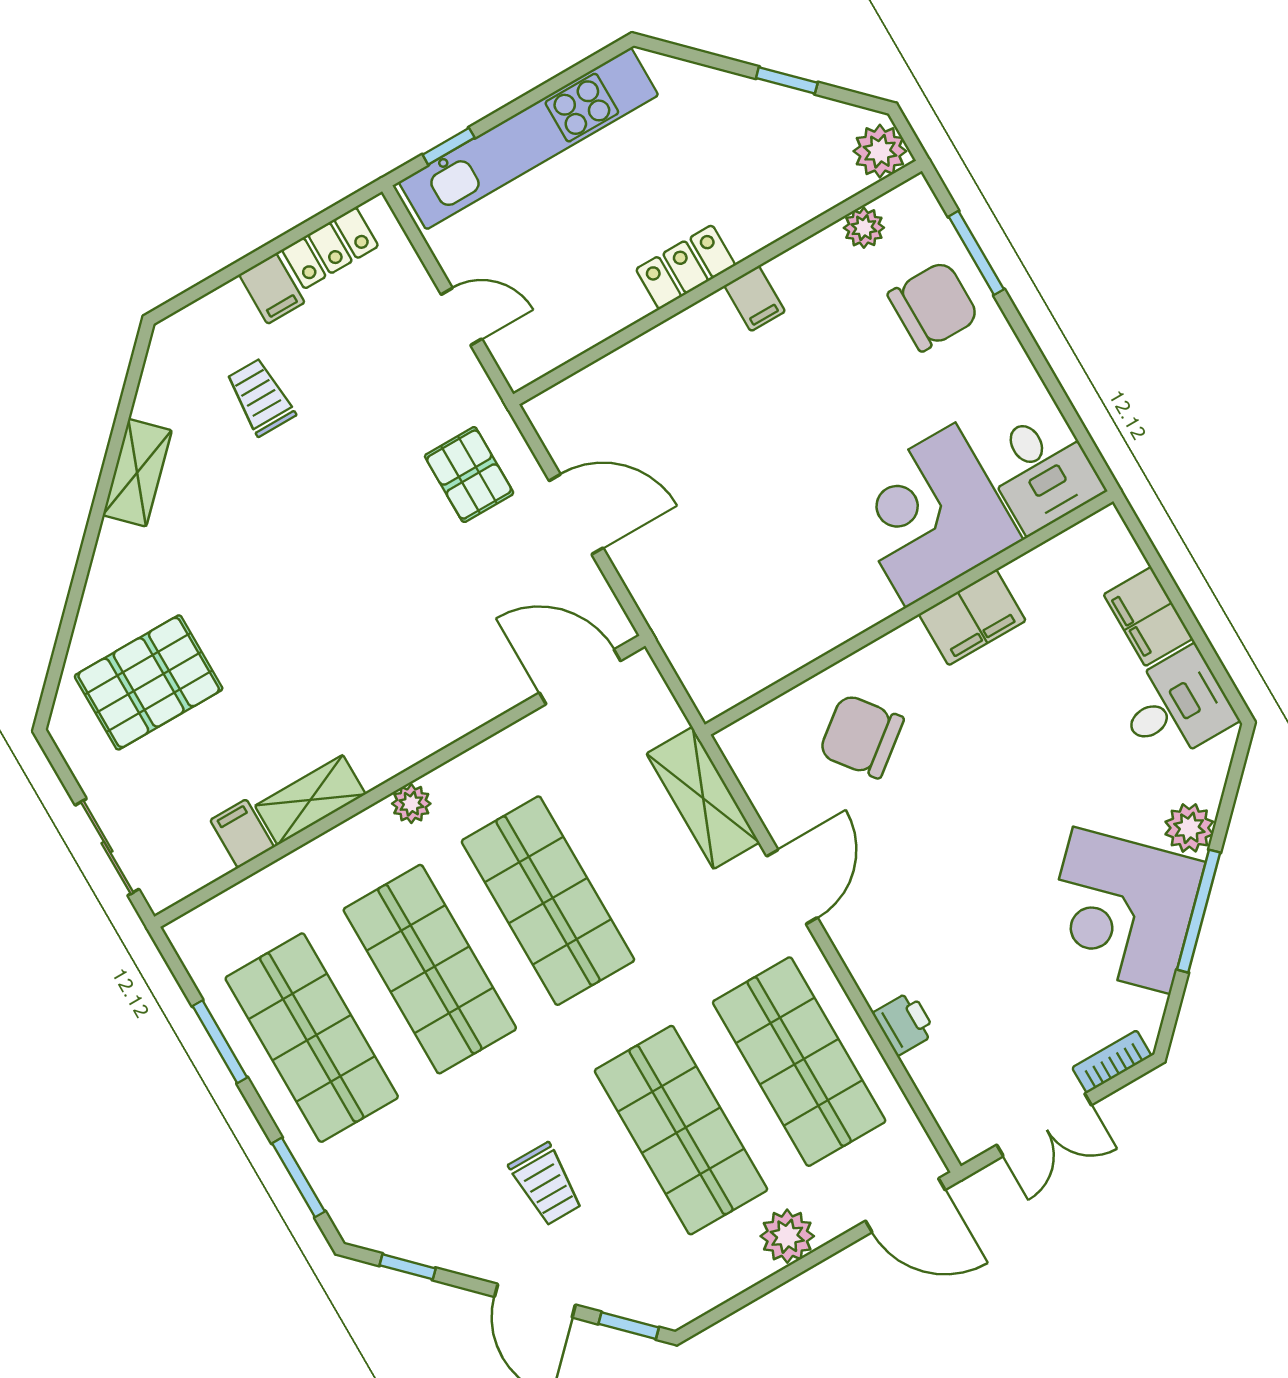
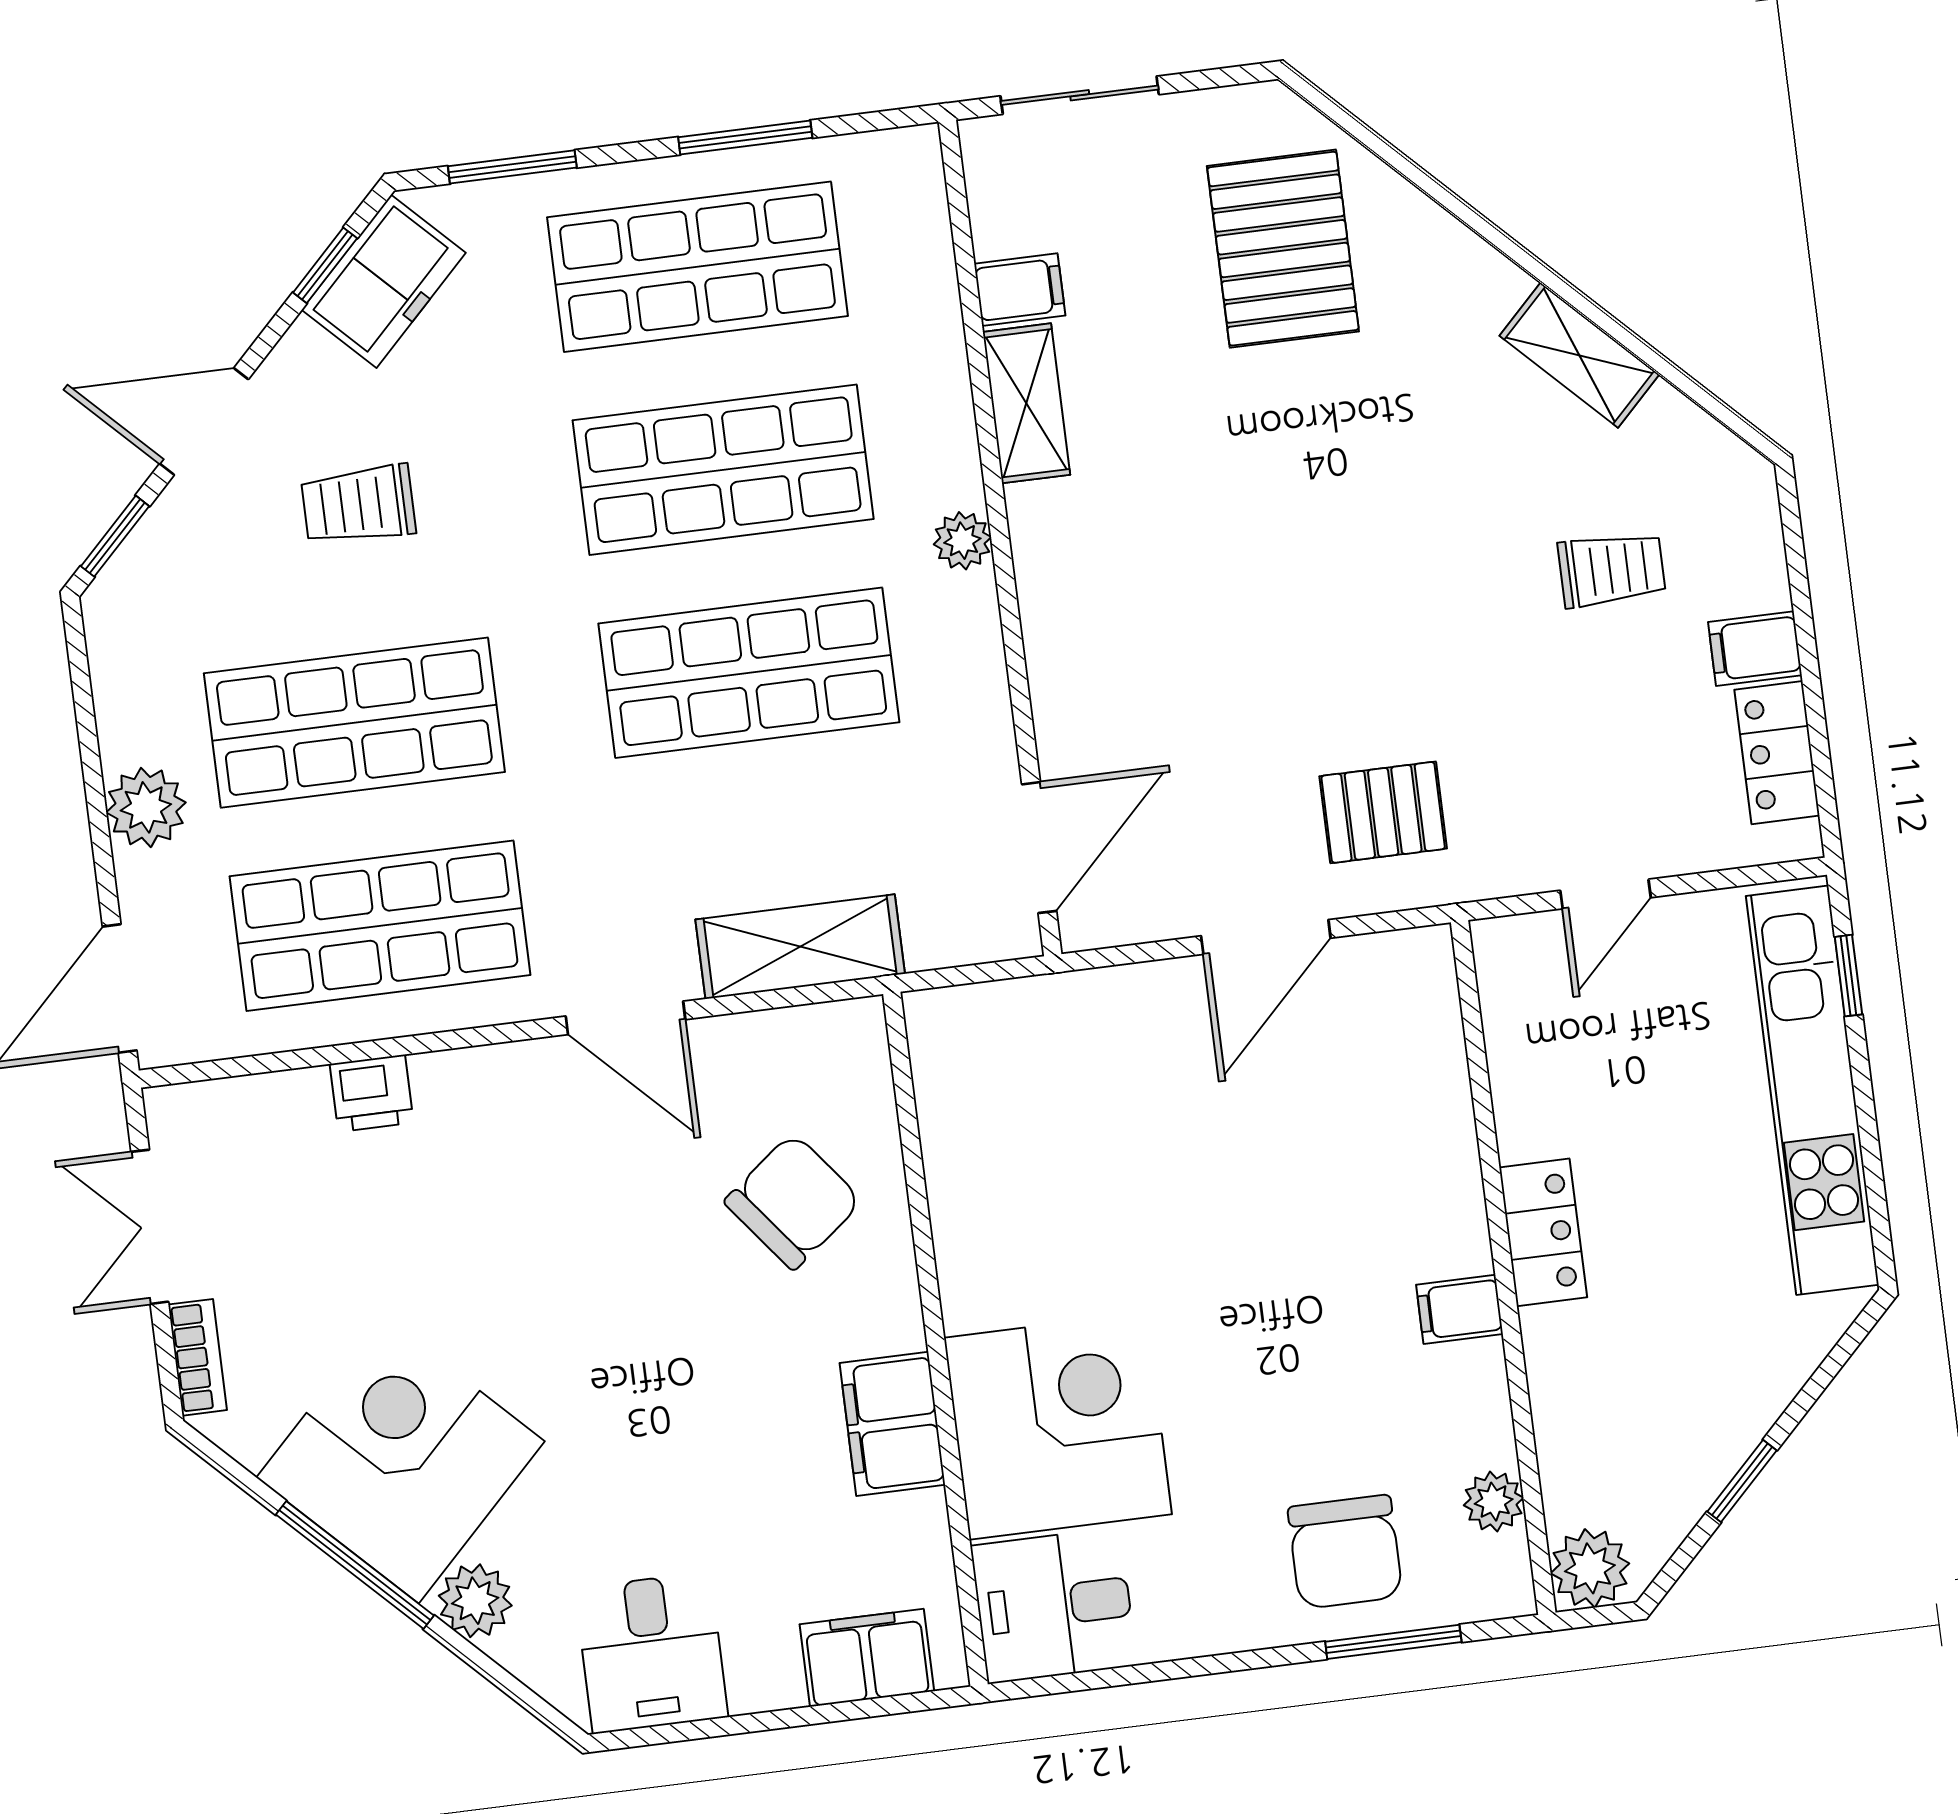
filing cabinet: (1148, 617) -> (867, 1658), moved
freezer: (402, 1227) -> (384, 281), added

